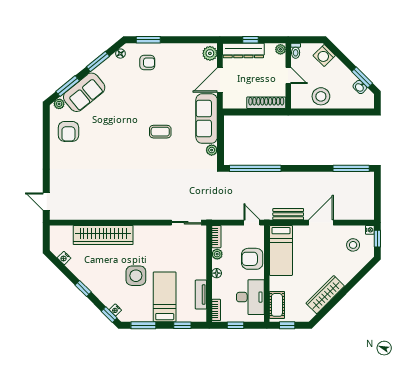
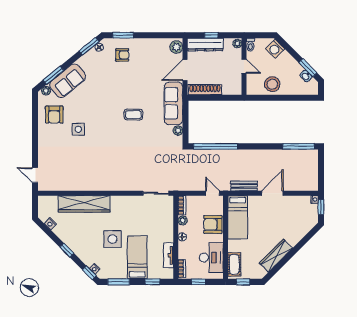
window: (98, 61) -> (89, 46), moved
shoe rack: (266, 103) -> (205, 90), moved
side table: (96, 149) -> (78, 129), added
stool: (353, 245) -> (300, 213), removed

